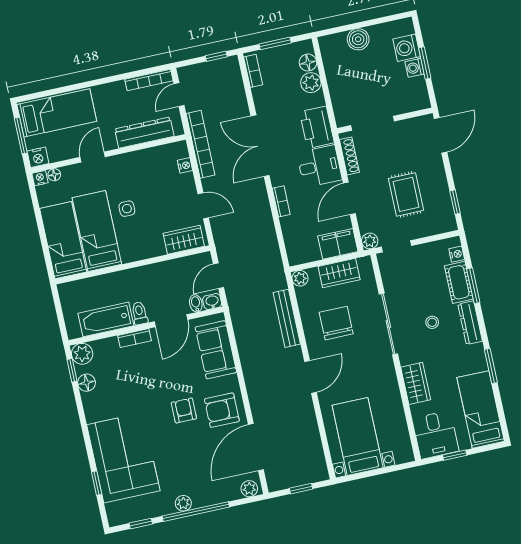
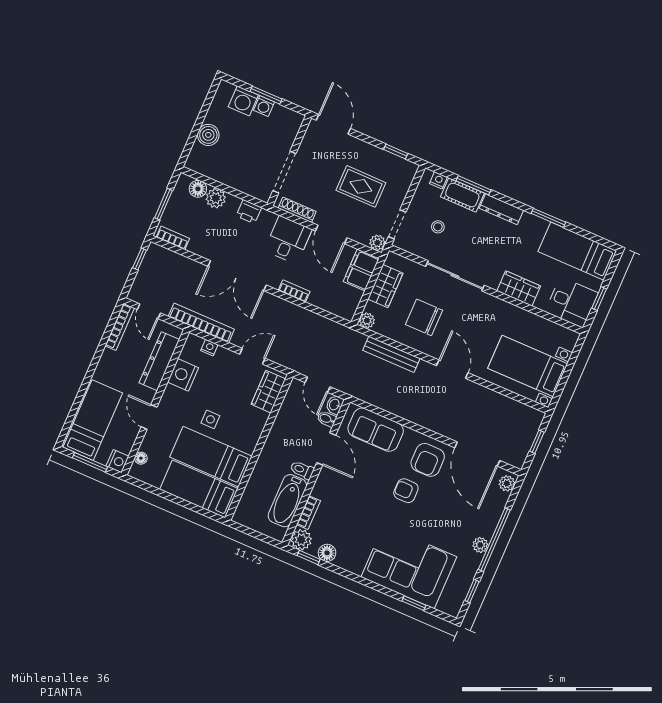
printer: (317, 127) -> (249, 212), width x0.53, depth x0.68
nightstand: (40, 178) -> (183, 375), moved, width x1.89, depth x1.79
stool: (432, 322) -> (438, 227), moved
bookcase: (135, 338) -> (308, 513), moved

